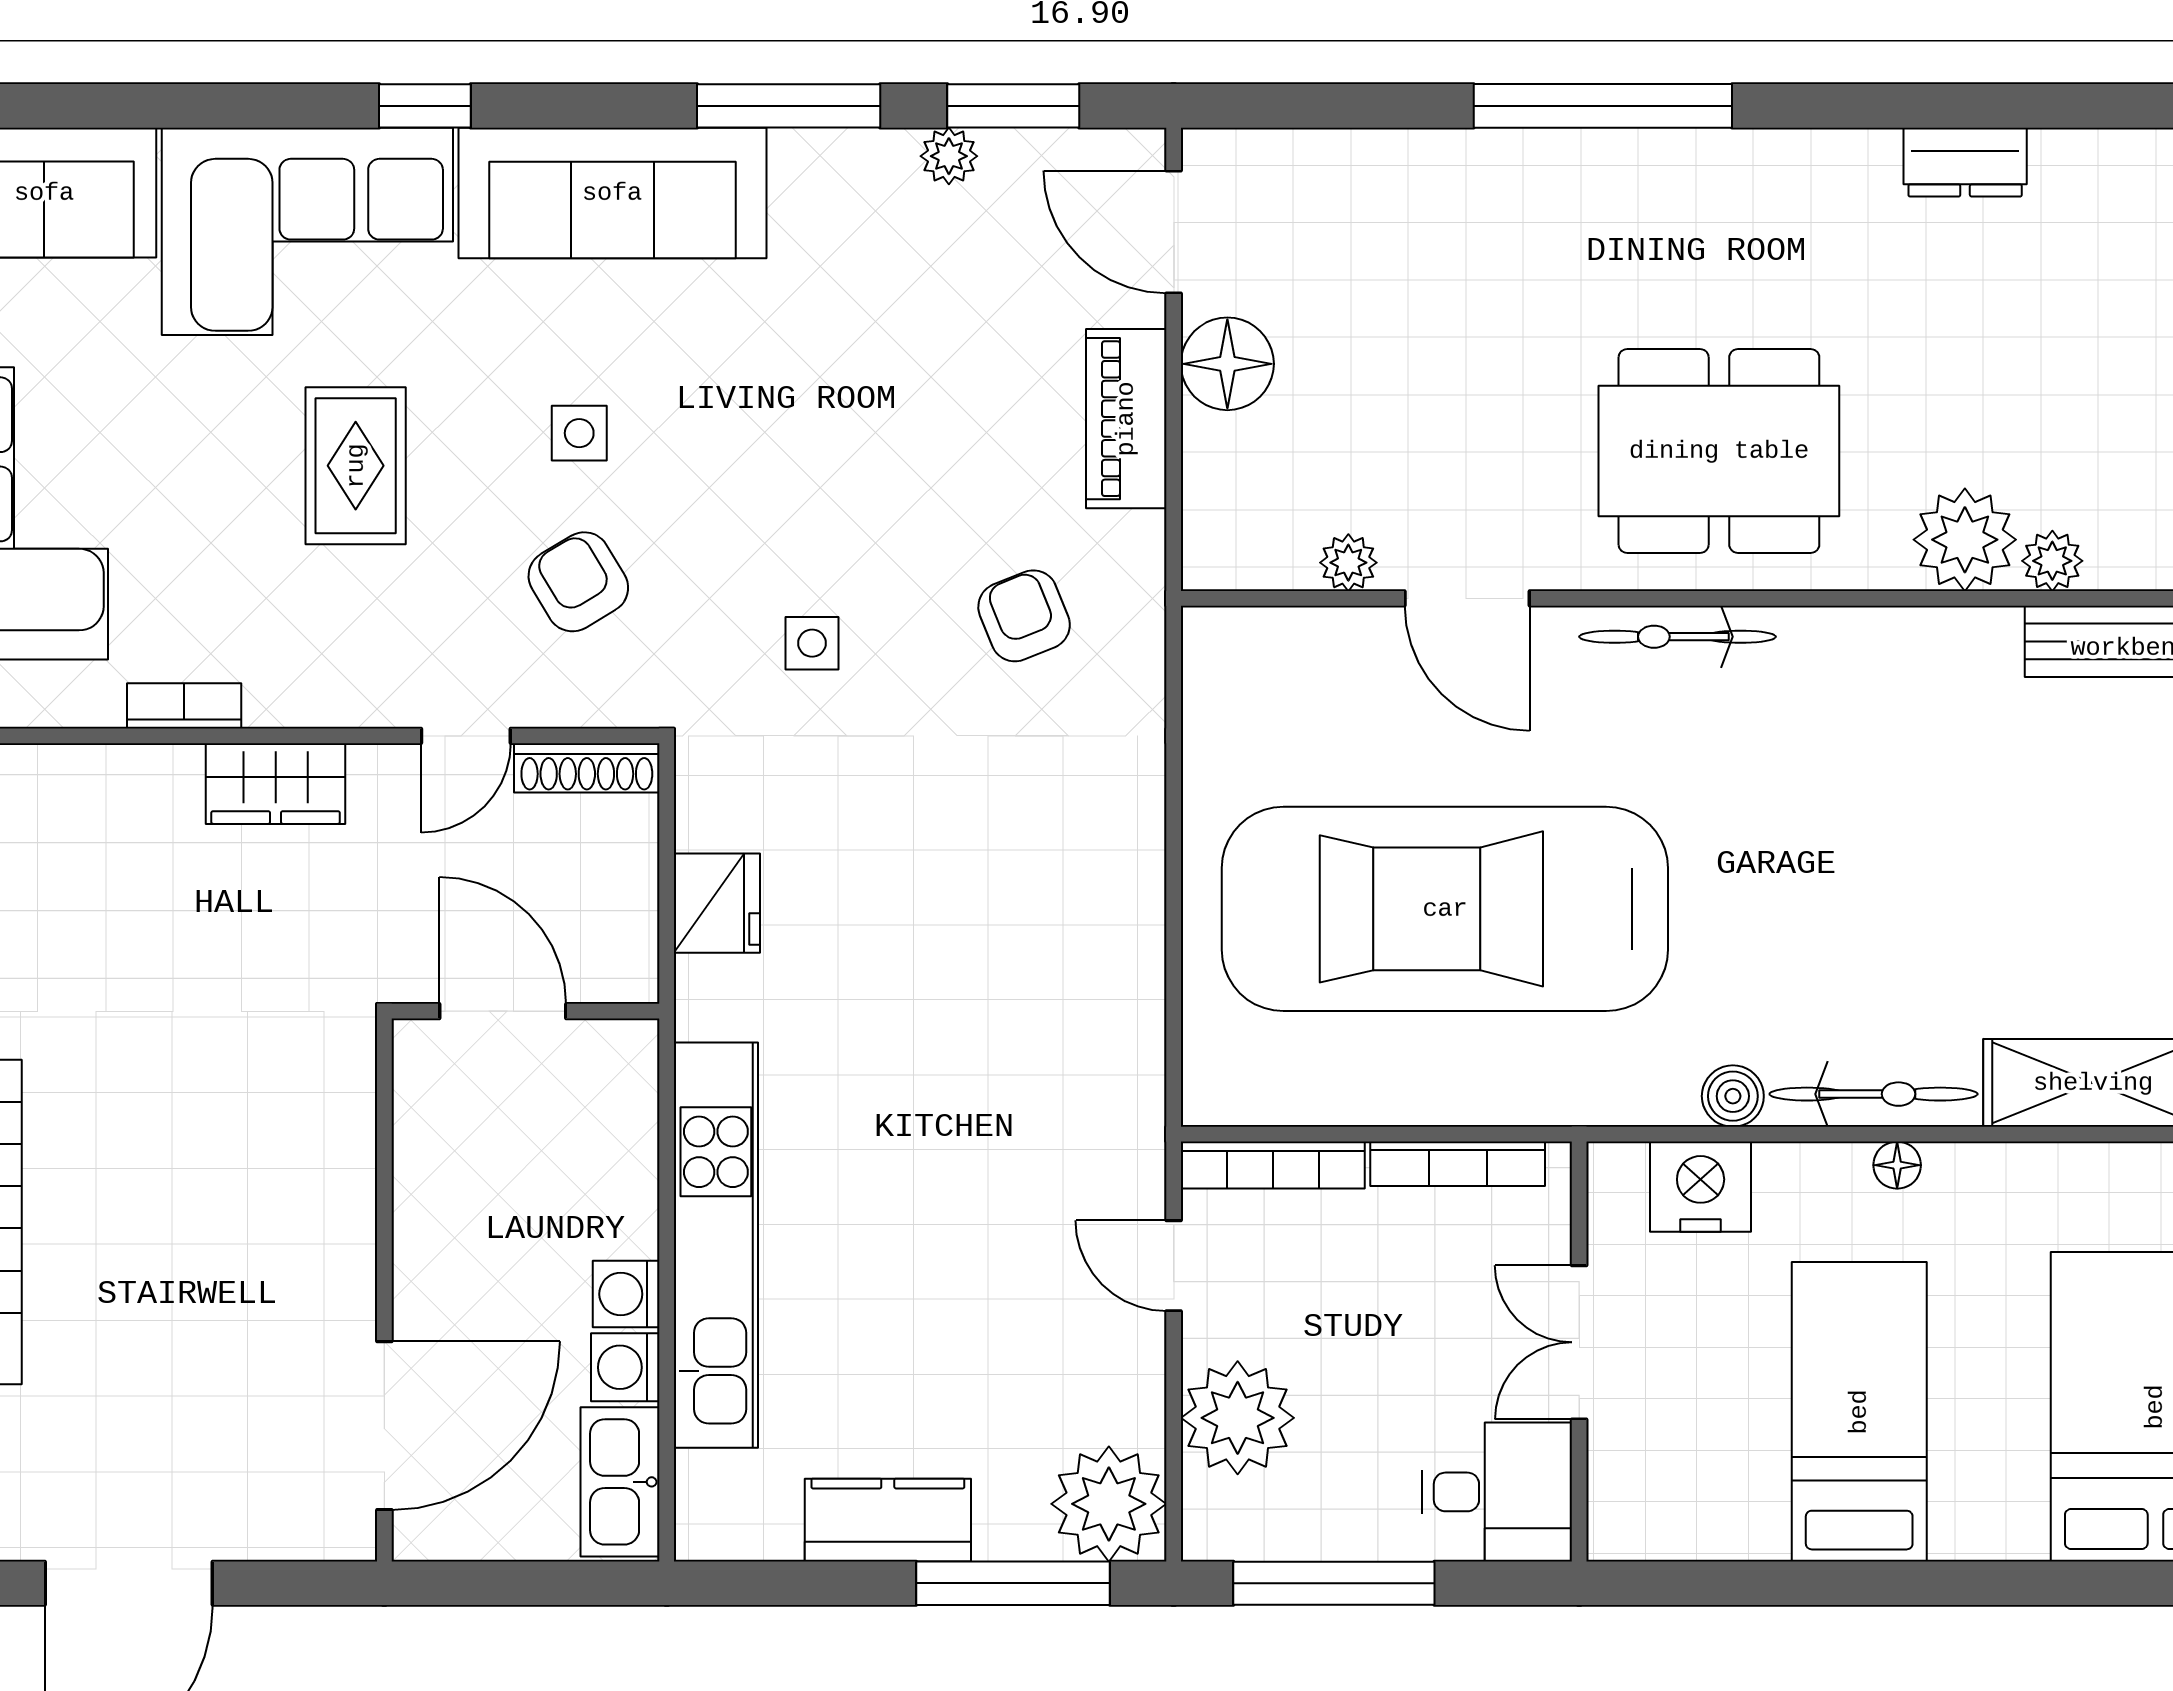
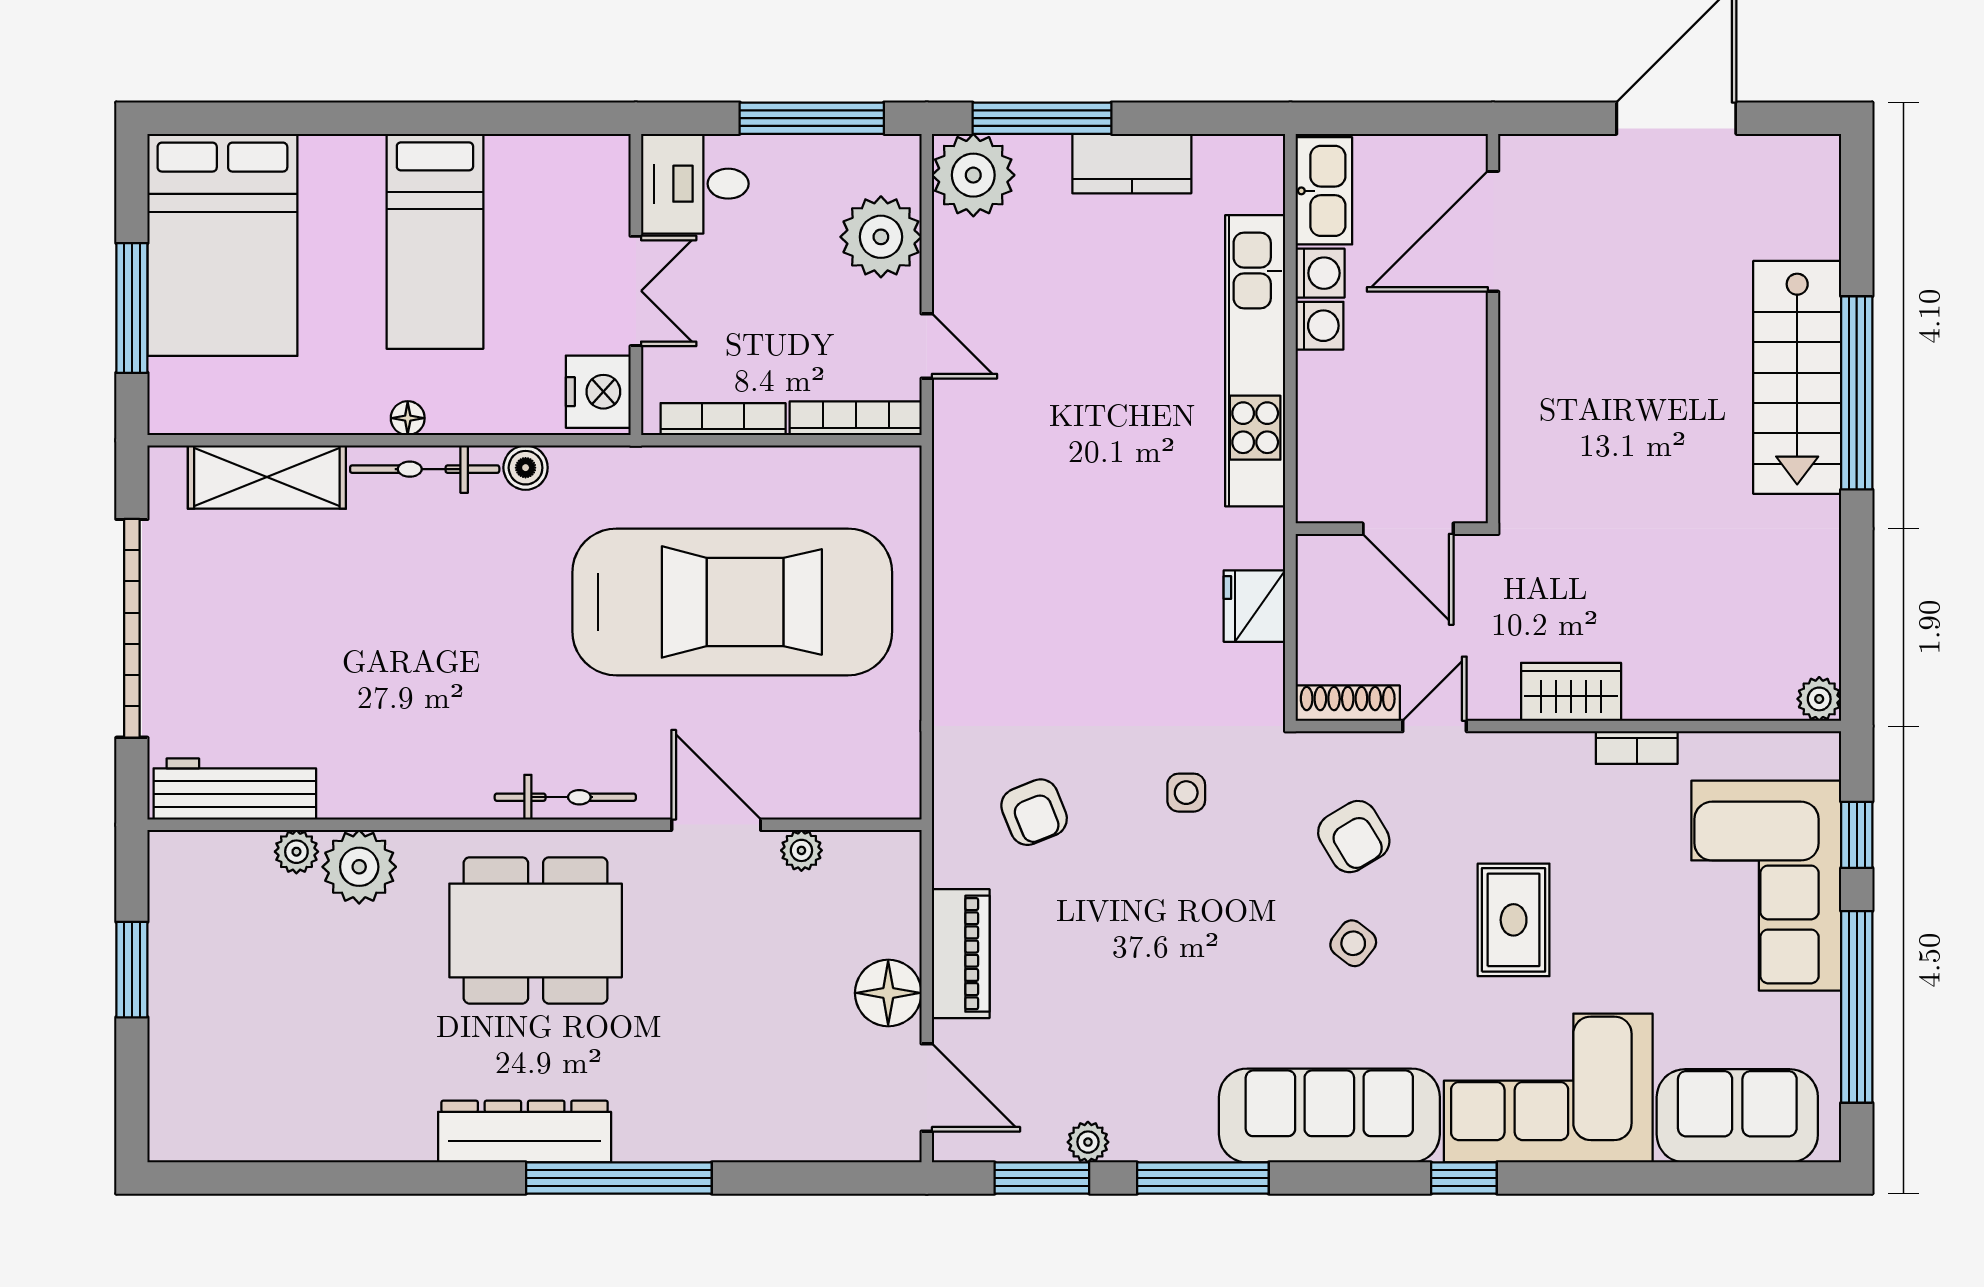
dresser: (1965, 162) -> (525, 1132), moved, width x1.96, depth x1.24
side table: (579, 433) -> (1353, 943), turned 38
nightstand: (1701, 1187) -> (598, 392), moved, turned -90

